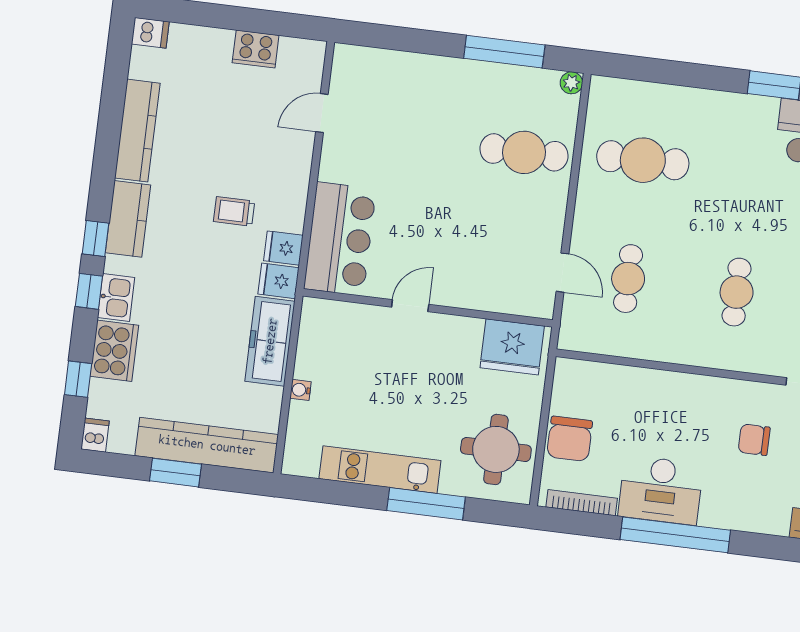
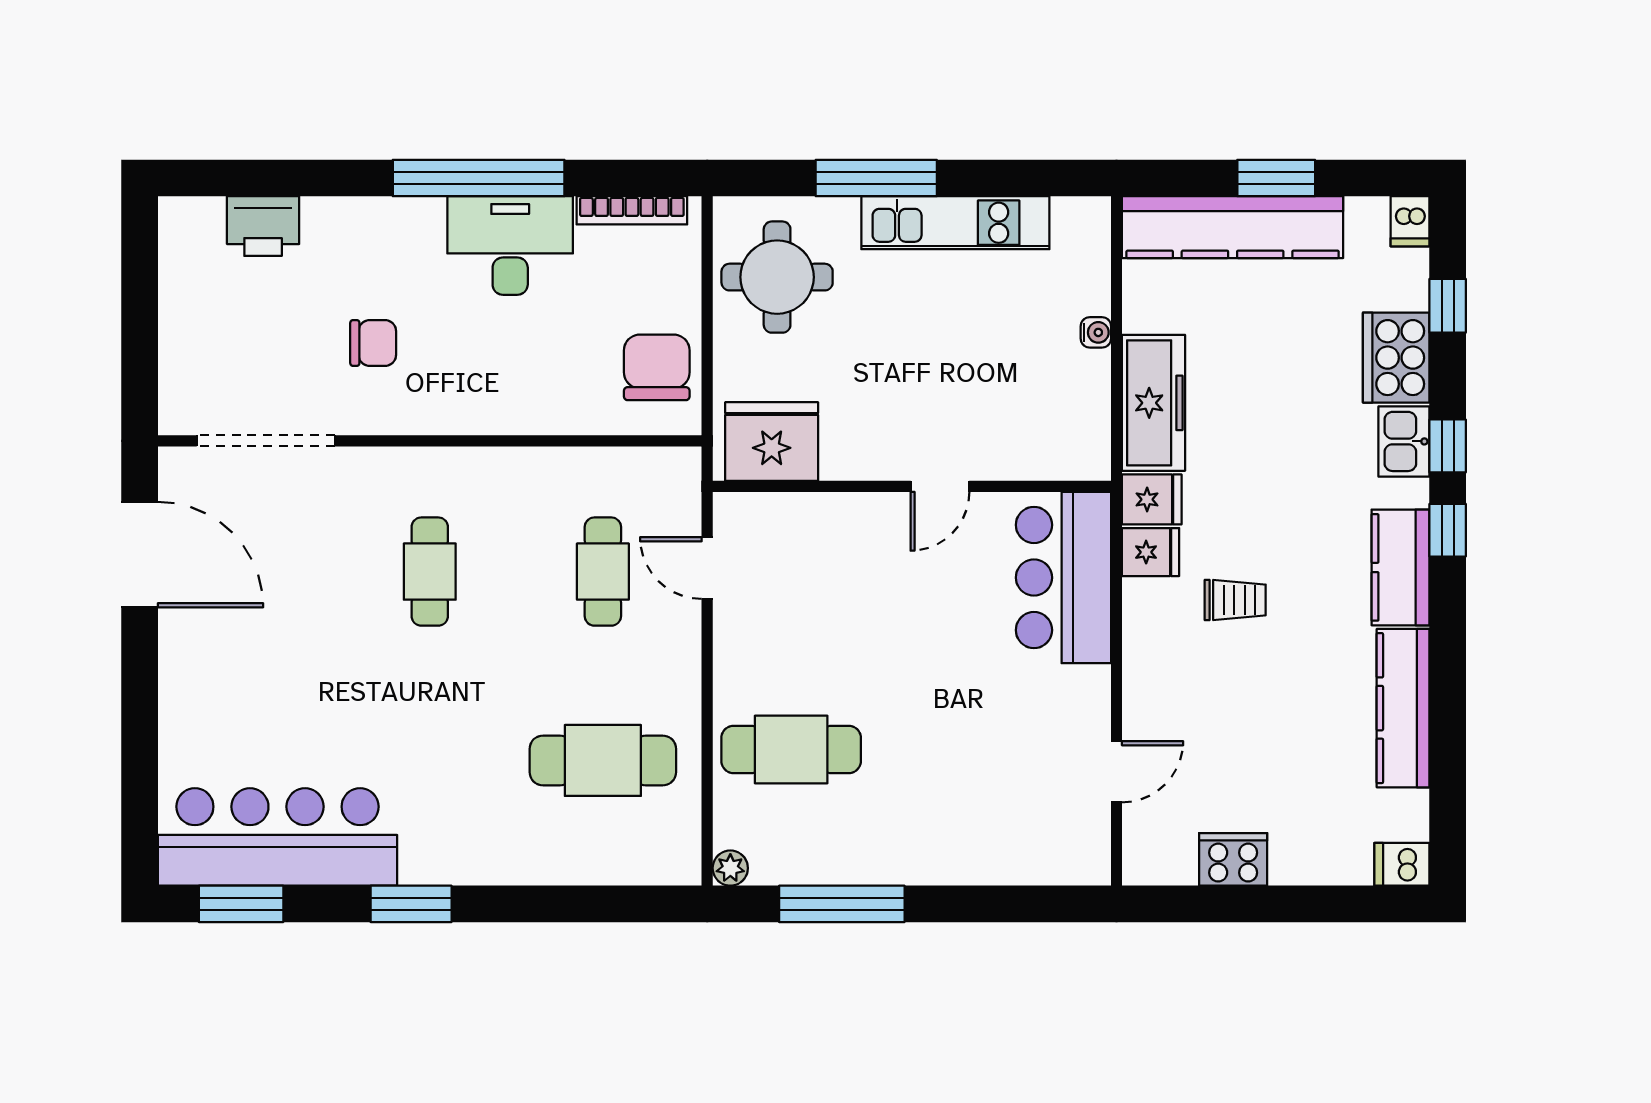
chair: (570, 439) -> (657, 367), moved

